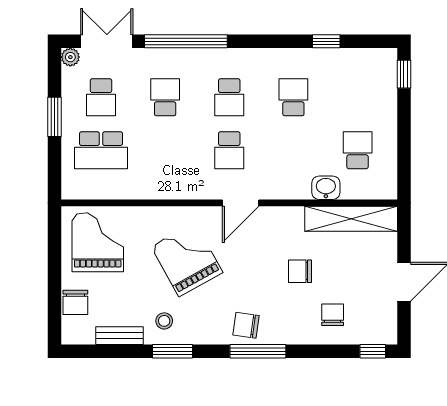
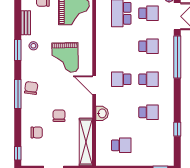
school desk: (101, 97) -> (149, 13), turned 180
school desk: (229, 97) -> (149, 79), turned 180
washbasin: (326, 188) -> (102, 113), moved
grand piano: (187, 259) -> (65, 58), turned 118

